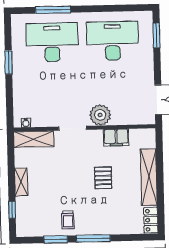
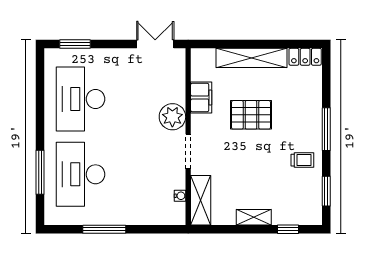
window: (9, 62) -> (104, 229), width x1.44
water cooler: (26, 123) -> (180, 196), moved
pallet: (103, 178) -> (251, 115), width x1.50, depth x1.42
window: (56, 239) -> (326, 191), moved

